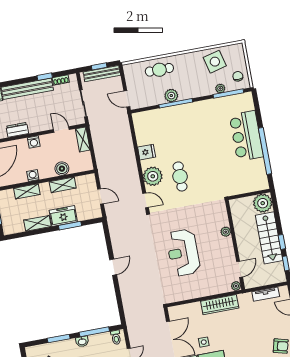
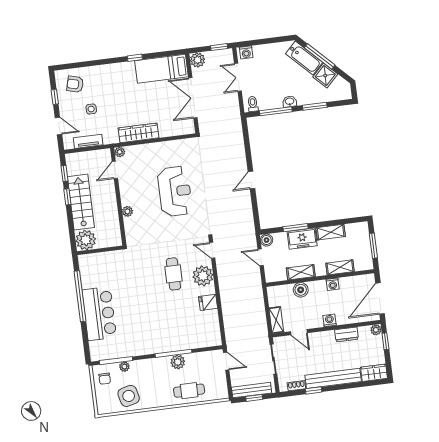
boiler: (96, 213) -> (267, 240), added
side table: (204, 342) -> (91, 109), moved

